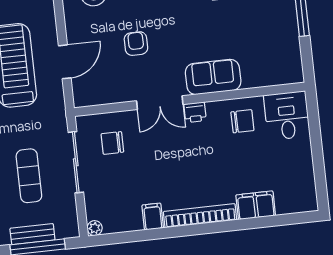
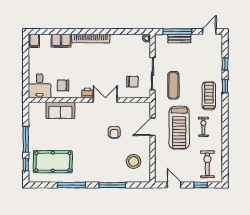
sofa: (213, 77) -> (60, 110), moved
exercise mat: (29, 176) -> (173, 85), moved
filing cabinet: (153, 216) -> (34, 41), moved

